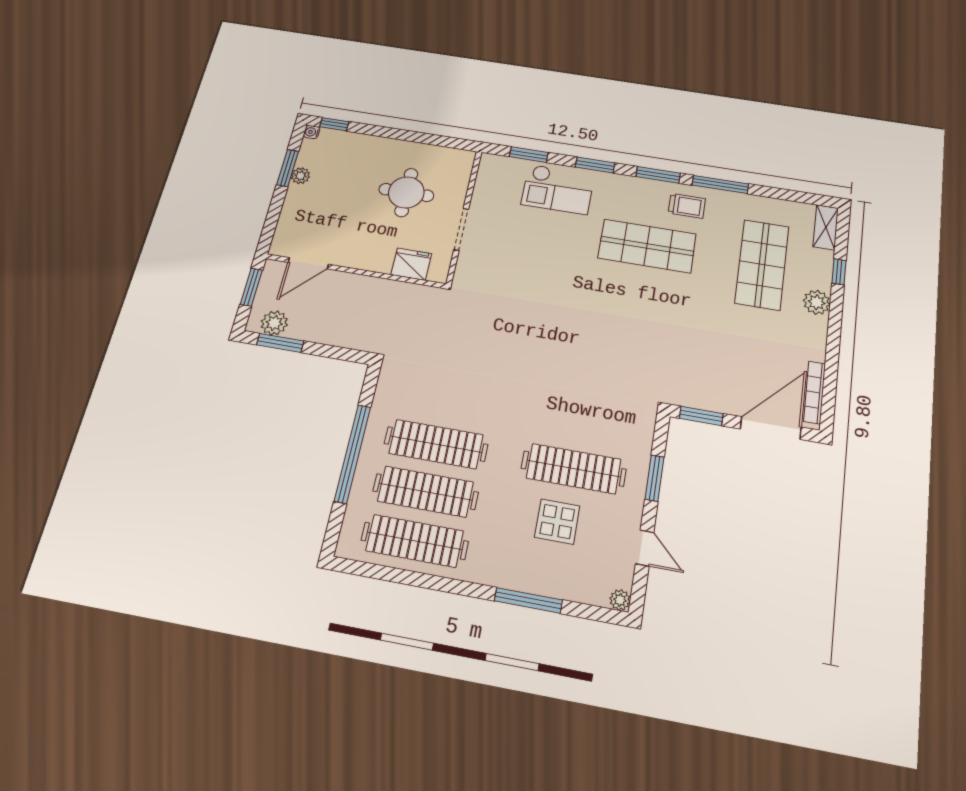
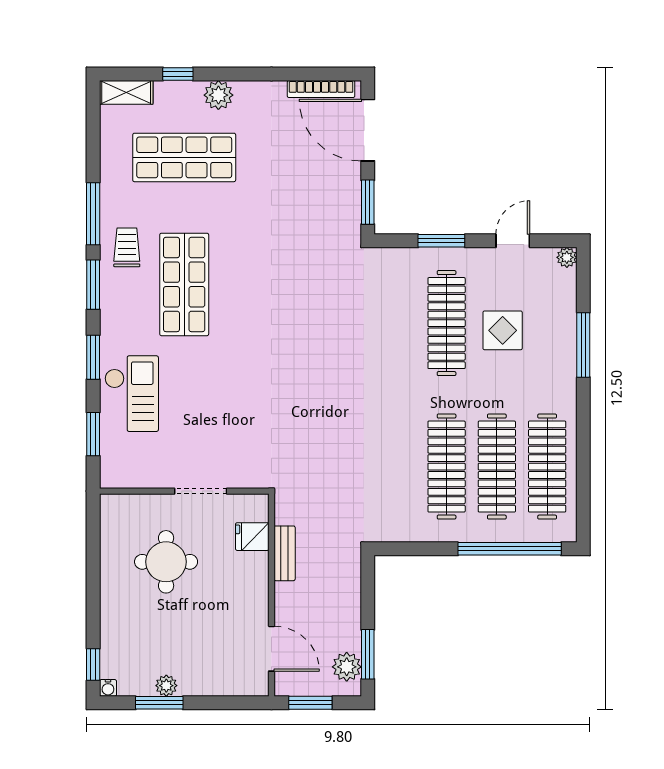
fridge: (411, 264) -> (252, 537), width x0.72
bench: (390, 288) -> (285, 553), added
window: (353, 454) -> (510, 549), moved

